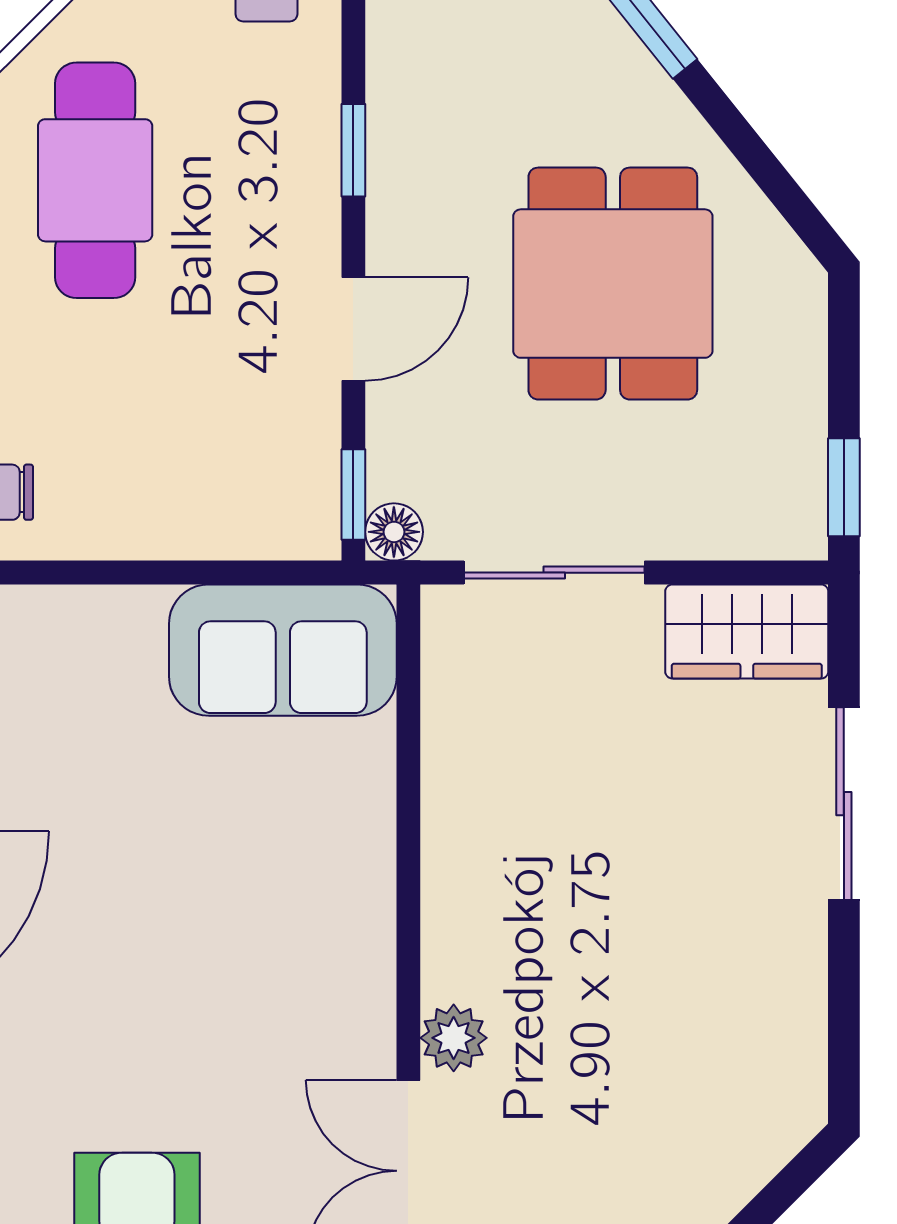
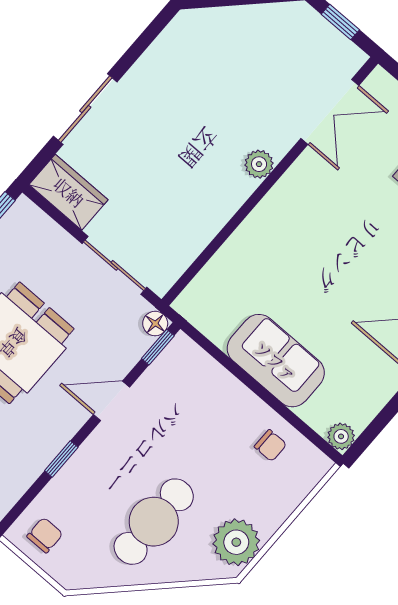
sofa: (283, 650) -> (276, 361), moved
plant: (454, 1038) -> (259, 164), moved

